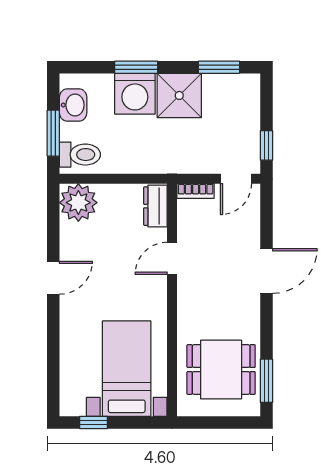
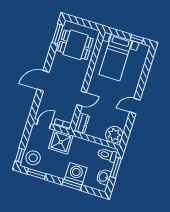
shower: (179, 95) -> (61, 142), moved
stool: (237, 99) -> (33, 158), added
window: (266, 145) -> (20, 155), moved

